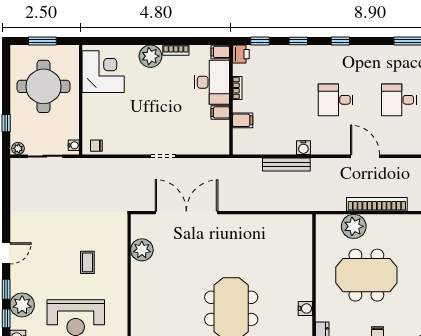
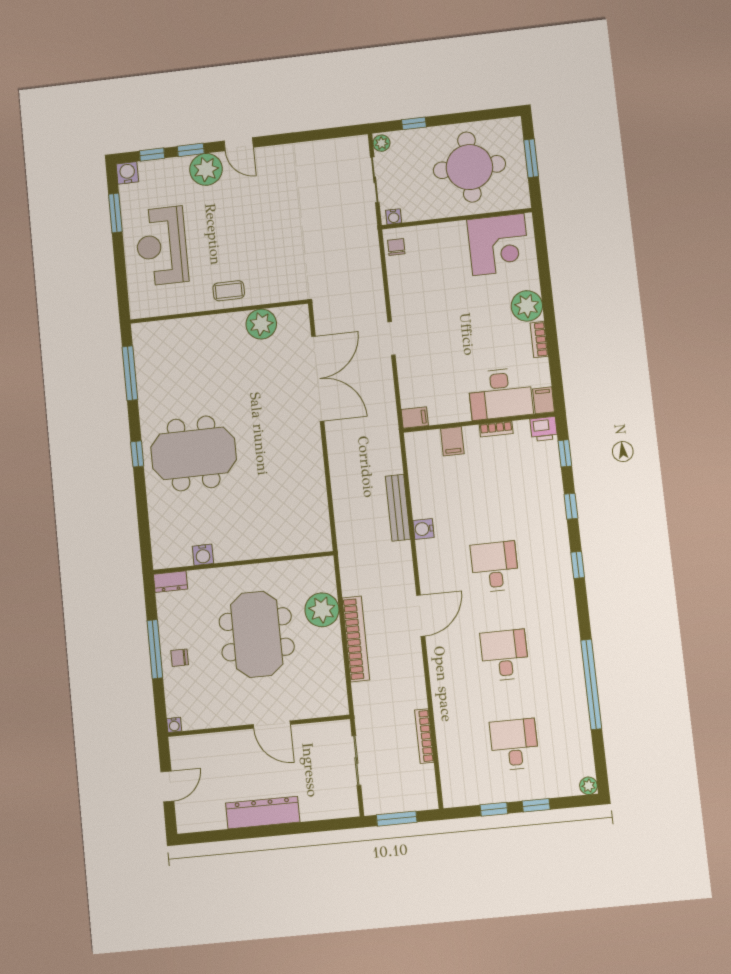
filing cabinet: (220, 112) -> (415, 417), moved, turned 90
coffee table: (87, 262) -> (229, 291), moved
plant: (22, 305) -> (206, 169), moved

